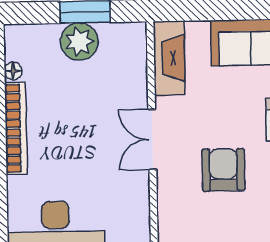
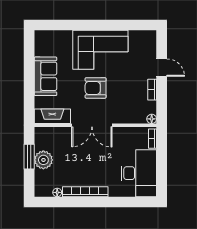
double door: (152, 139) -> (92, 125), width x1.37
armchair: (223, 170) -> (96, 88), moved

